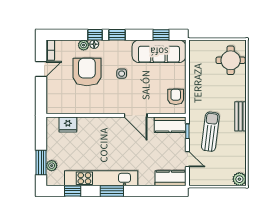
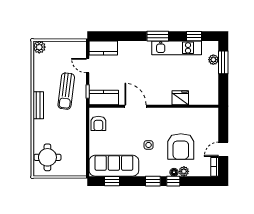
fridge: (68, 125) -> (180, 98), moved
kitchen unit: (101, 178) -> (177, 48), width x0.73

